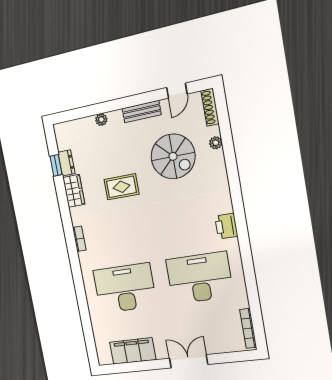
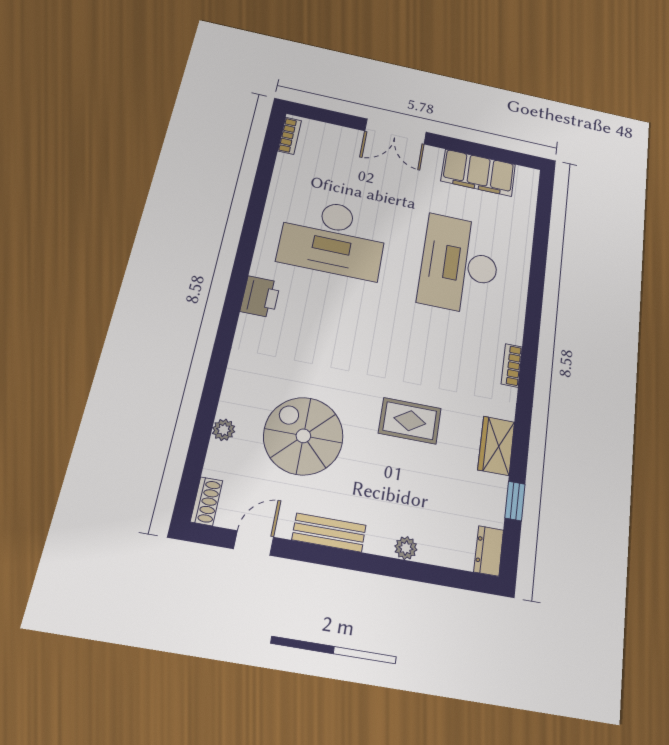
shoe rack: (210, 107) -> (206, 501), width x0.70
dresser: (66, 163) -> (489, 551), moved
desk: (125, 288) -> (460, 264), turned 90
bookcase: (248, 328) -> (290, 136), width x0.64

